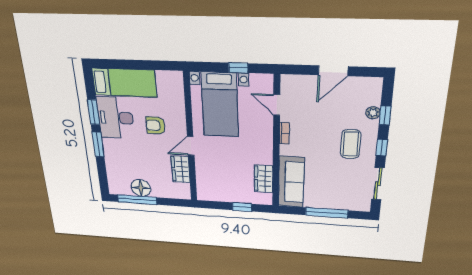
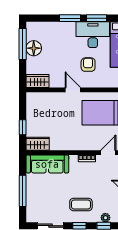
wardrobe: (181, 169) -> (38, 81), moved
wardrobe: (264, 179) -> (38, 144), moved

